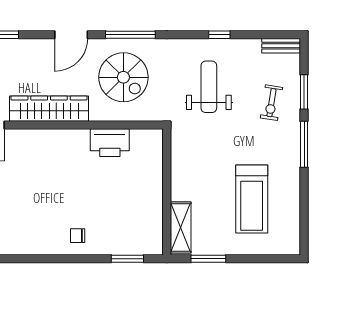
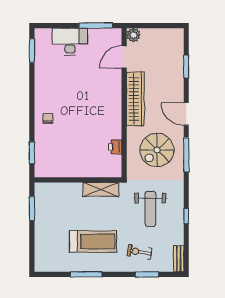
weight bench: (209, 87) -> (150, 209), turned 90
printer: (110, 143) -> (115, 147), width x0.53, depth x0.68
window: (304, 144) -> (86, 274), moved
treadmill: (252, 199) -> (93, 241), moved, turned 180
shelving: (181, 228) -> (101, 189), moved

